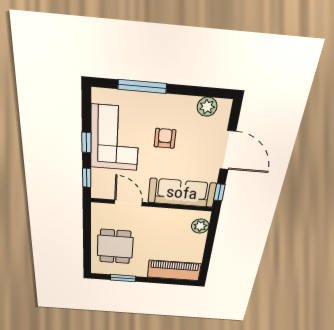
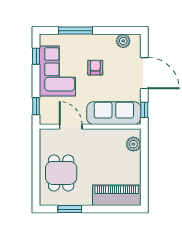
window: (87, 142) -> (36, 56), moved

